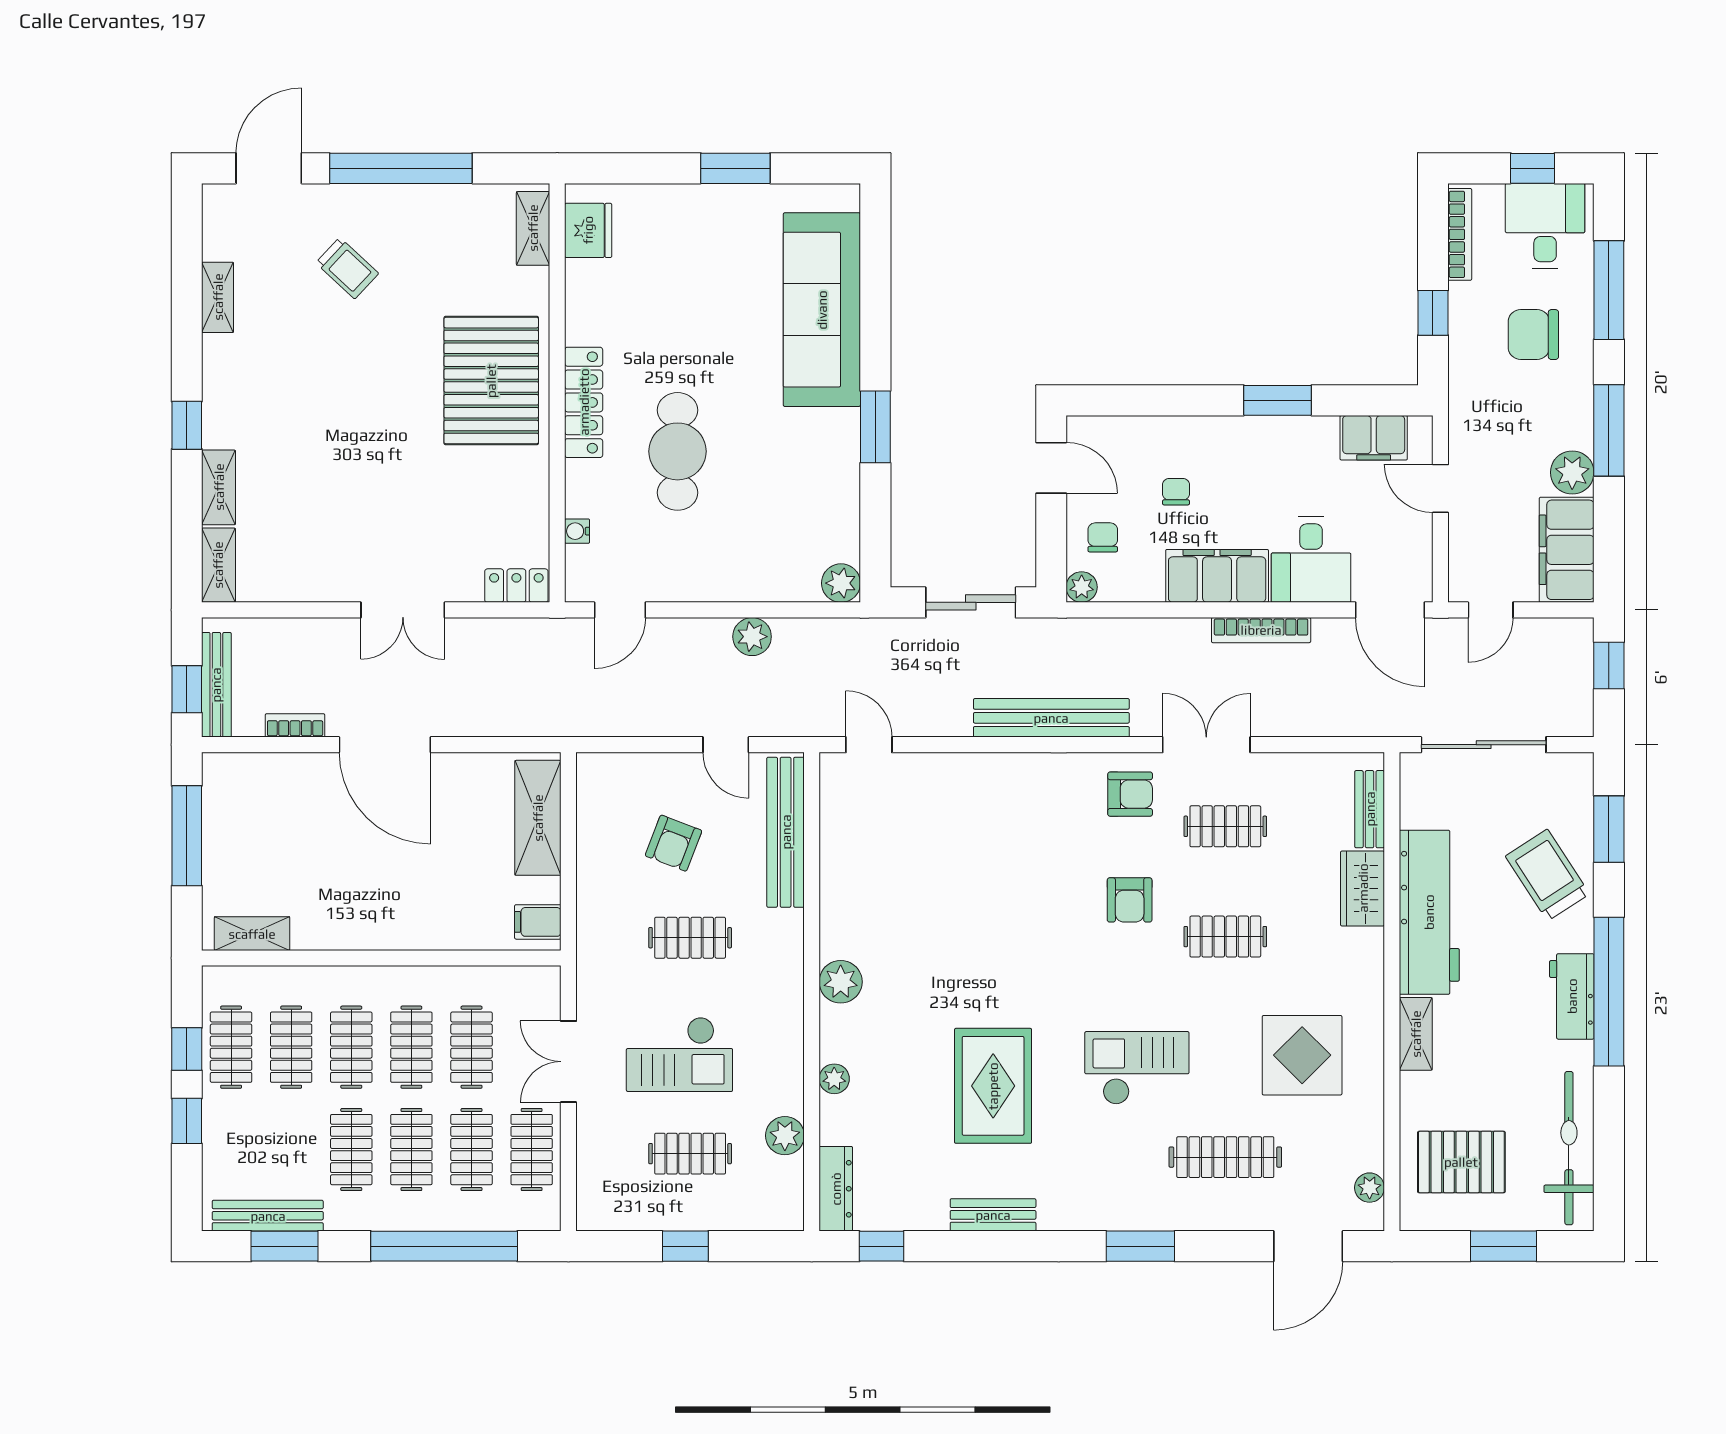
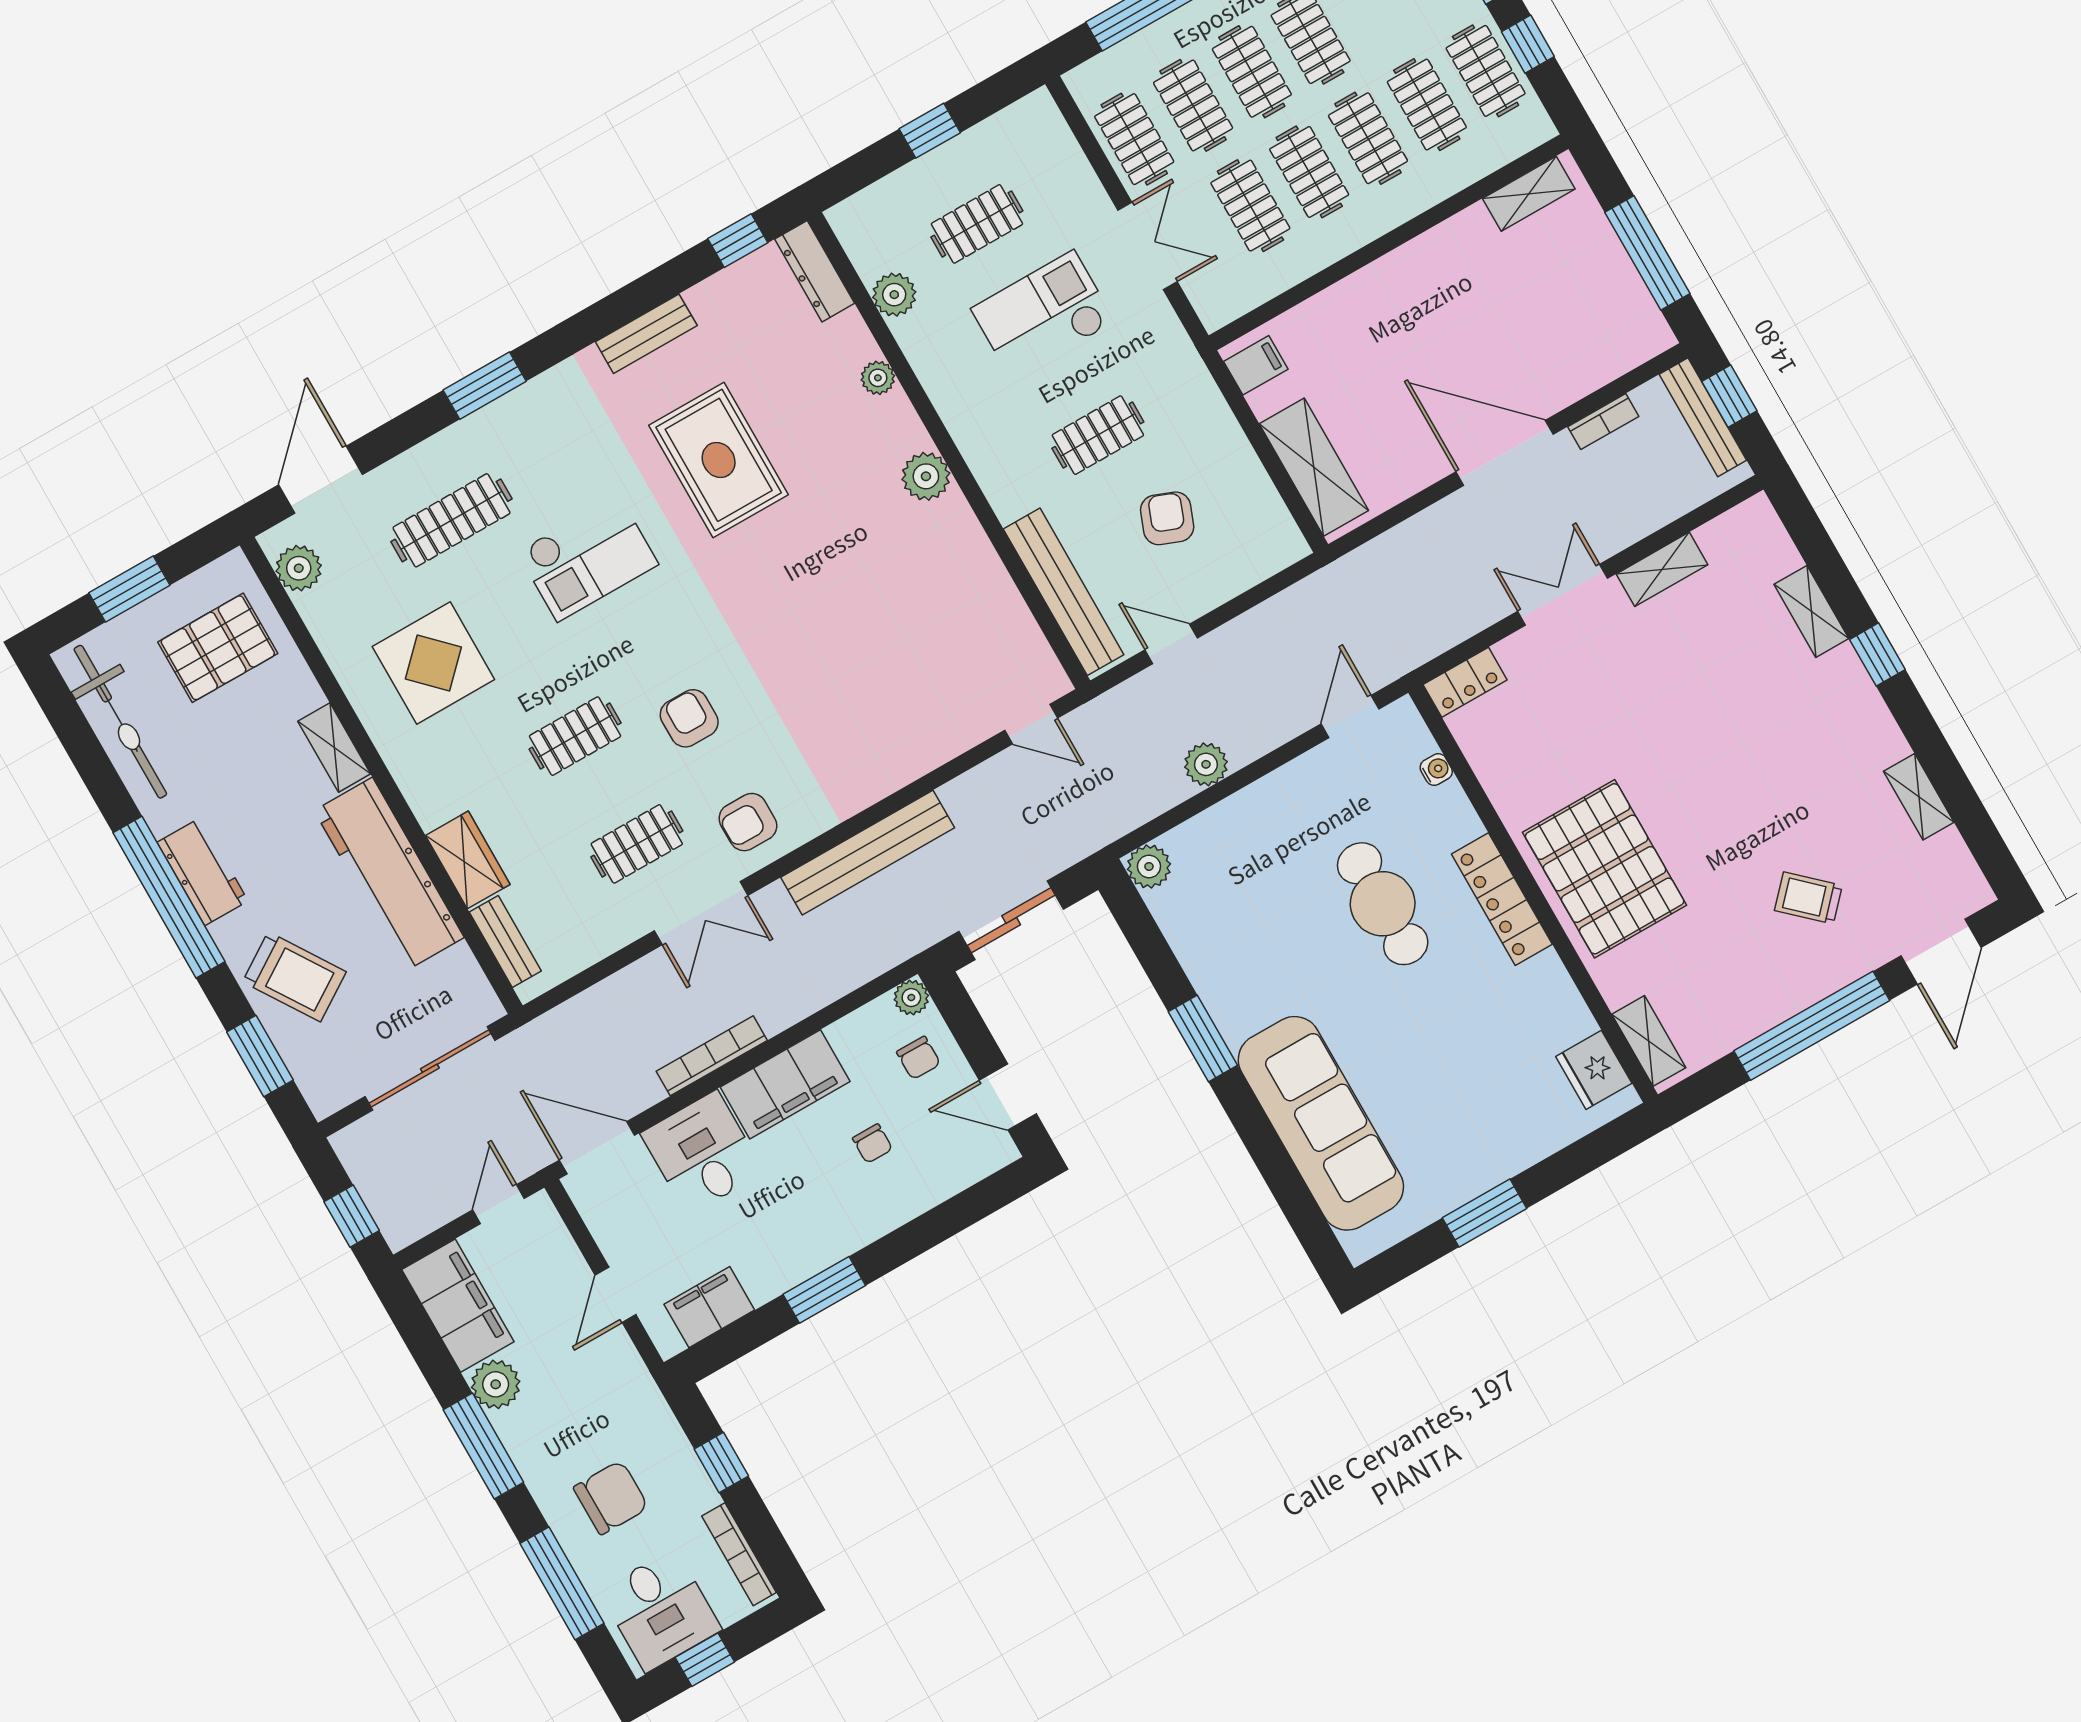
door: (1440, 488) -> (616, 1295), swing flipped
shelving: (218, 565) -> (1662, 569), moved, turned 90
plant: (1370, 1188) -> (299, 568), width x1.38, depth x1.38

